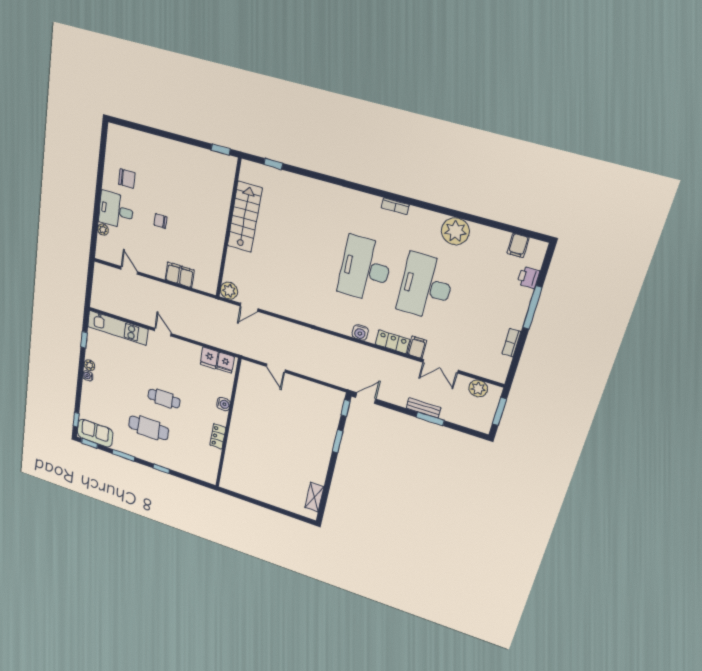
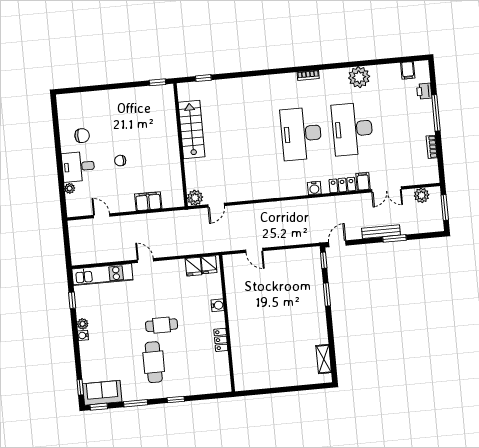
bench: (424, 408) -> (381, 232), width x1.36
cafe table: (149, 428) -> (154, 362), turned 90

